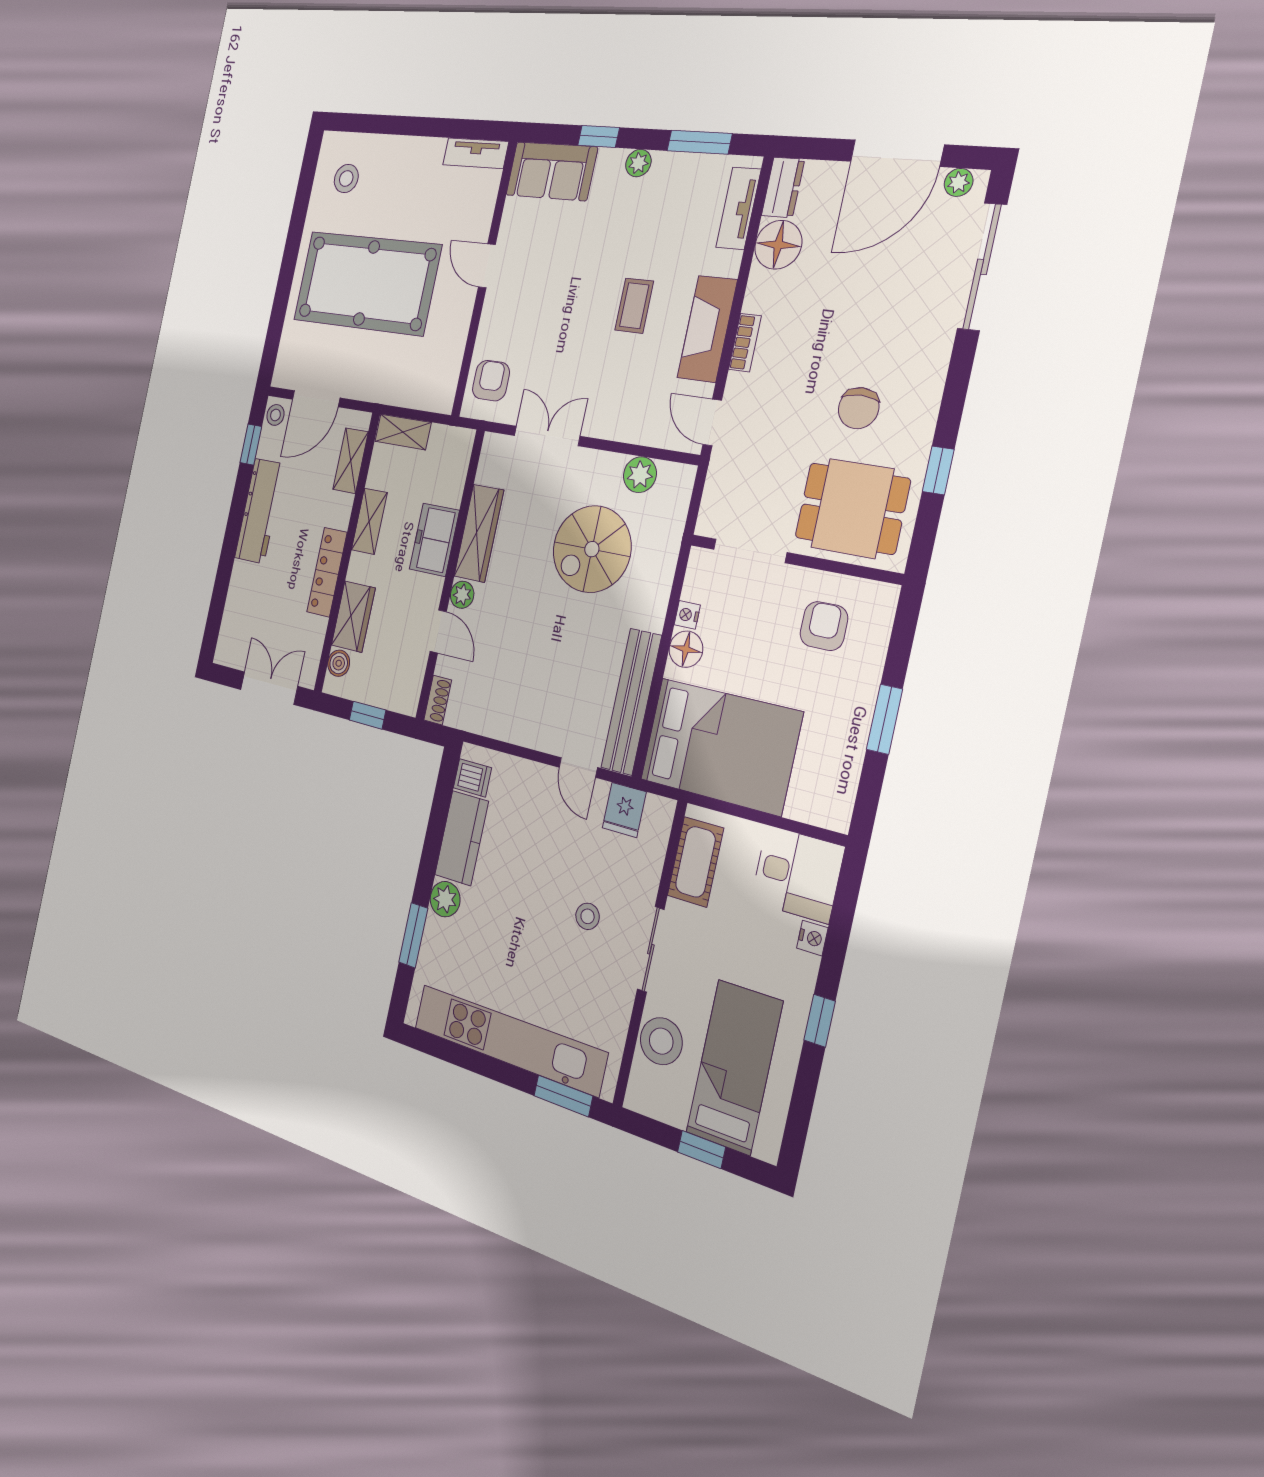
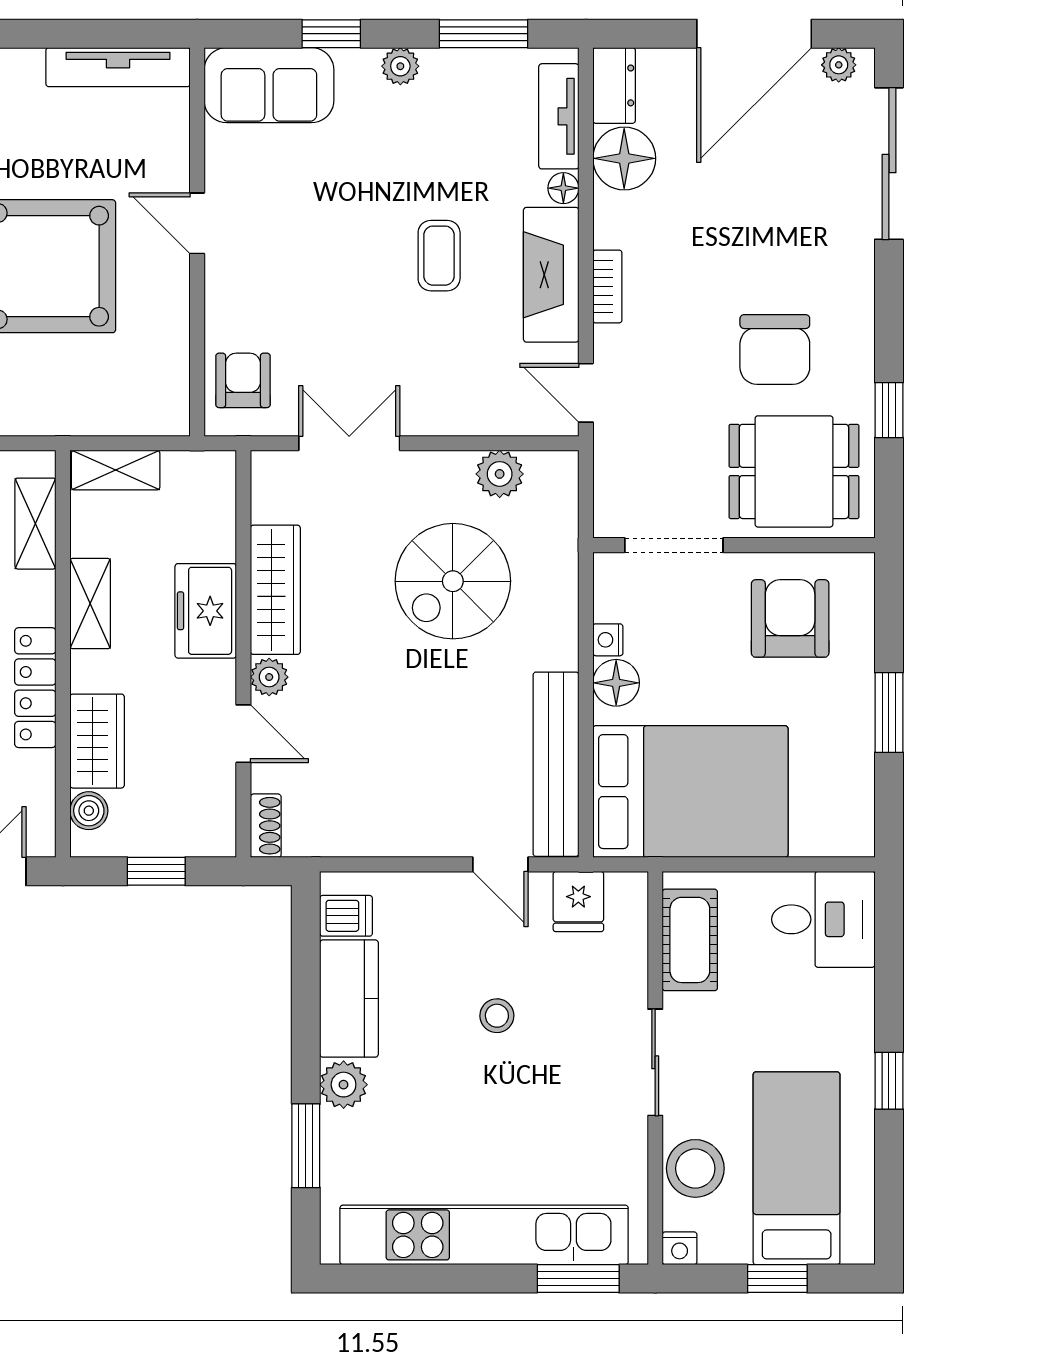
tv unit: (475, 153) -> (118, 67), width x1.41
floor lamp: (730, 264) -> (563, 188), added
chair: (859, 408) -> (775, 349), width x1.37, depth x1.37
armchair: (824, 626) -> (790, 618), width x1.38, depth x1.38
stool: (588, 916) -> (497, 1016), moved
nightstand: (812, 938) -> (680, 1248), moved, turned 90

